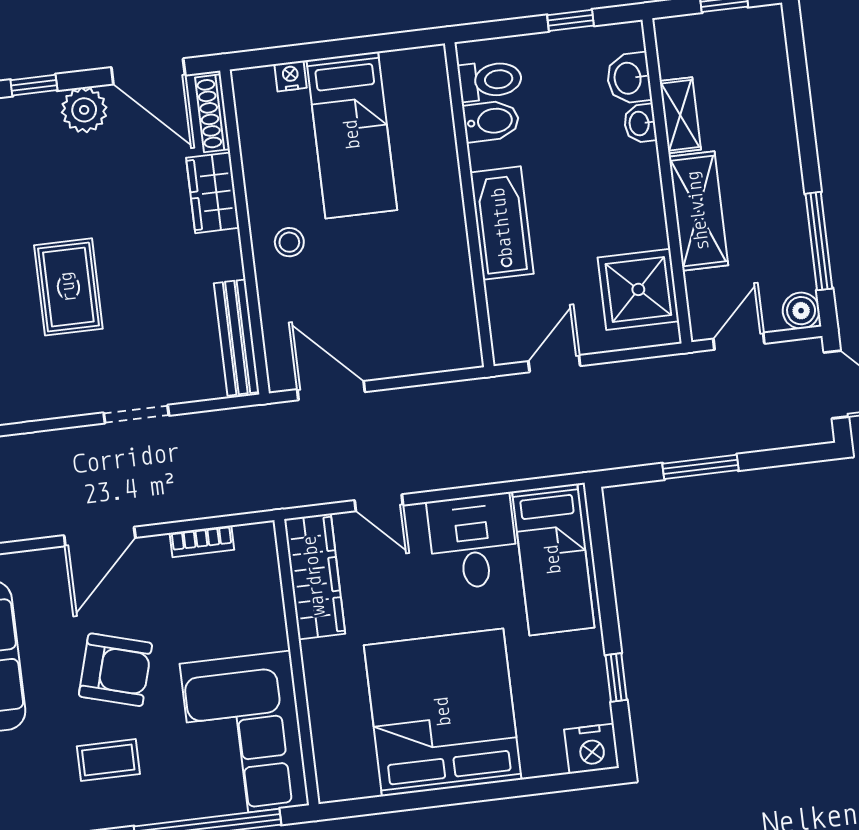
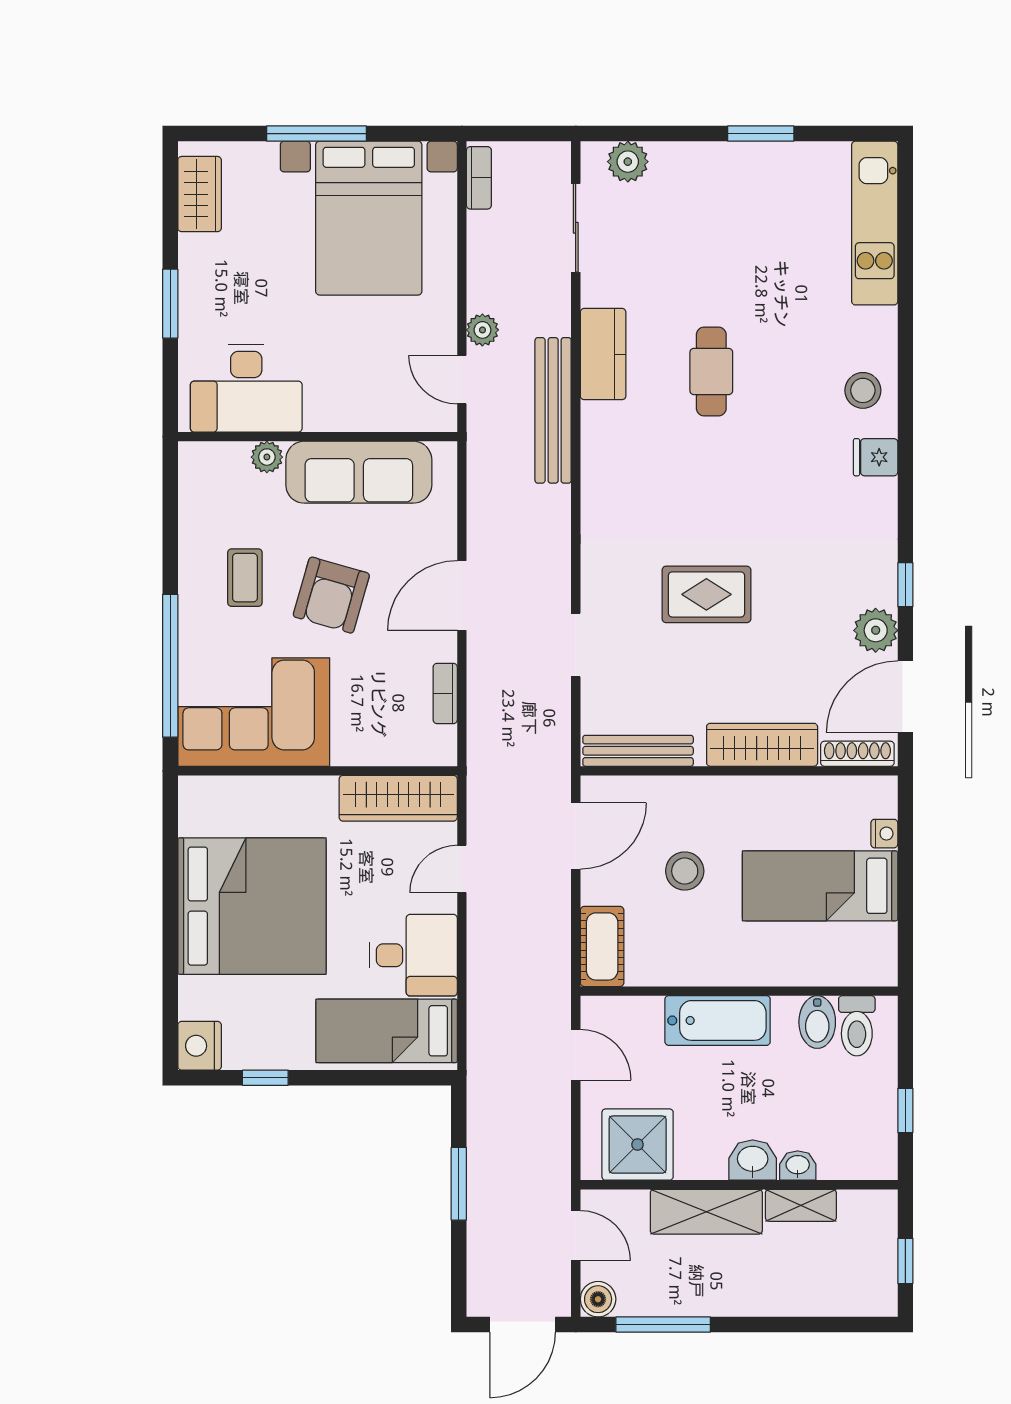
washbasin: (629, 78) -> (753, 1160), moved
wardrobe: (213, 193) -> (762, 745), width x1.50
stool: (289, 242) -> (685, 871), moved, width x1.37, depth x1.37
cot: (441, 350) -> (602, 946), added
door: (100, 537) -> (462, 595), hinge flipped

